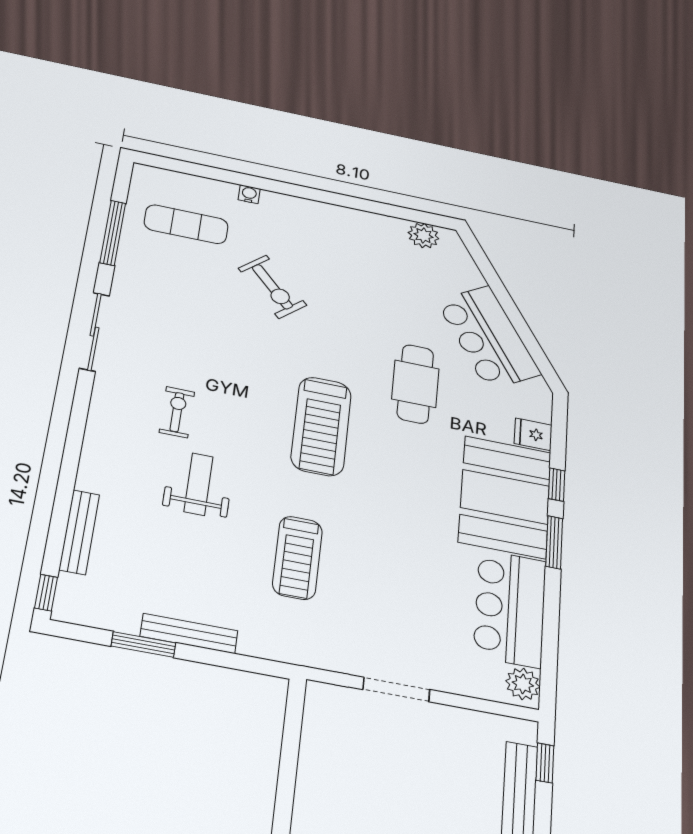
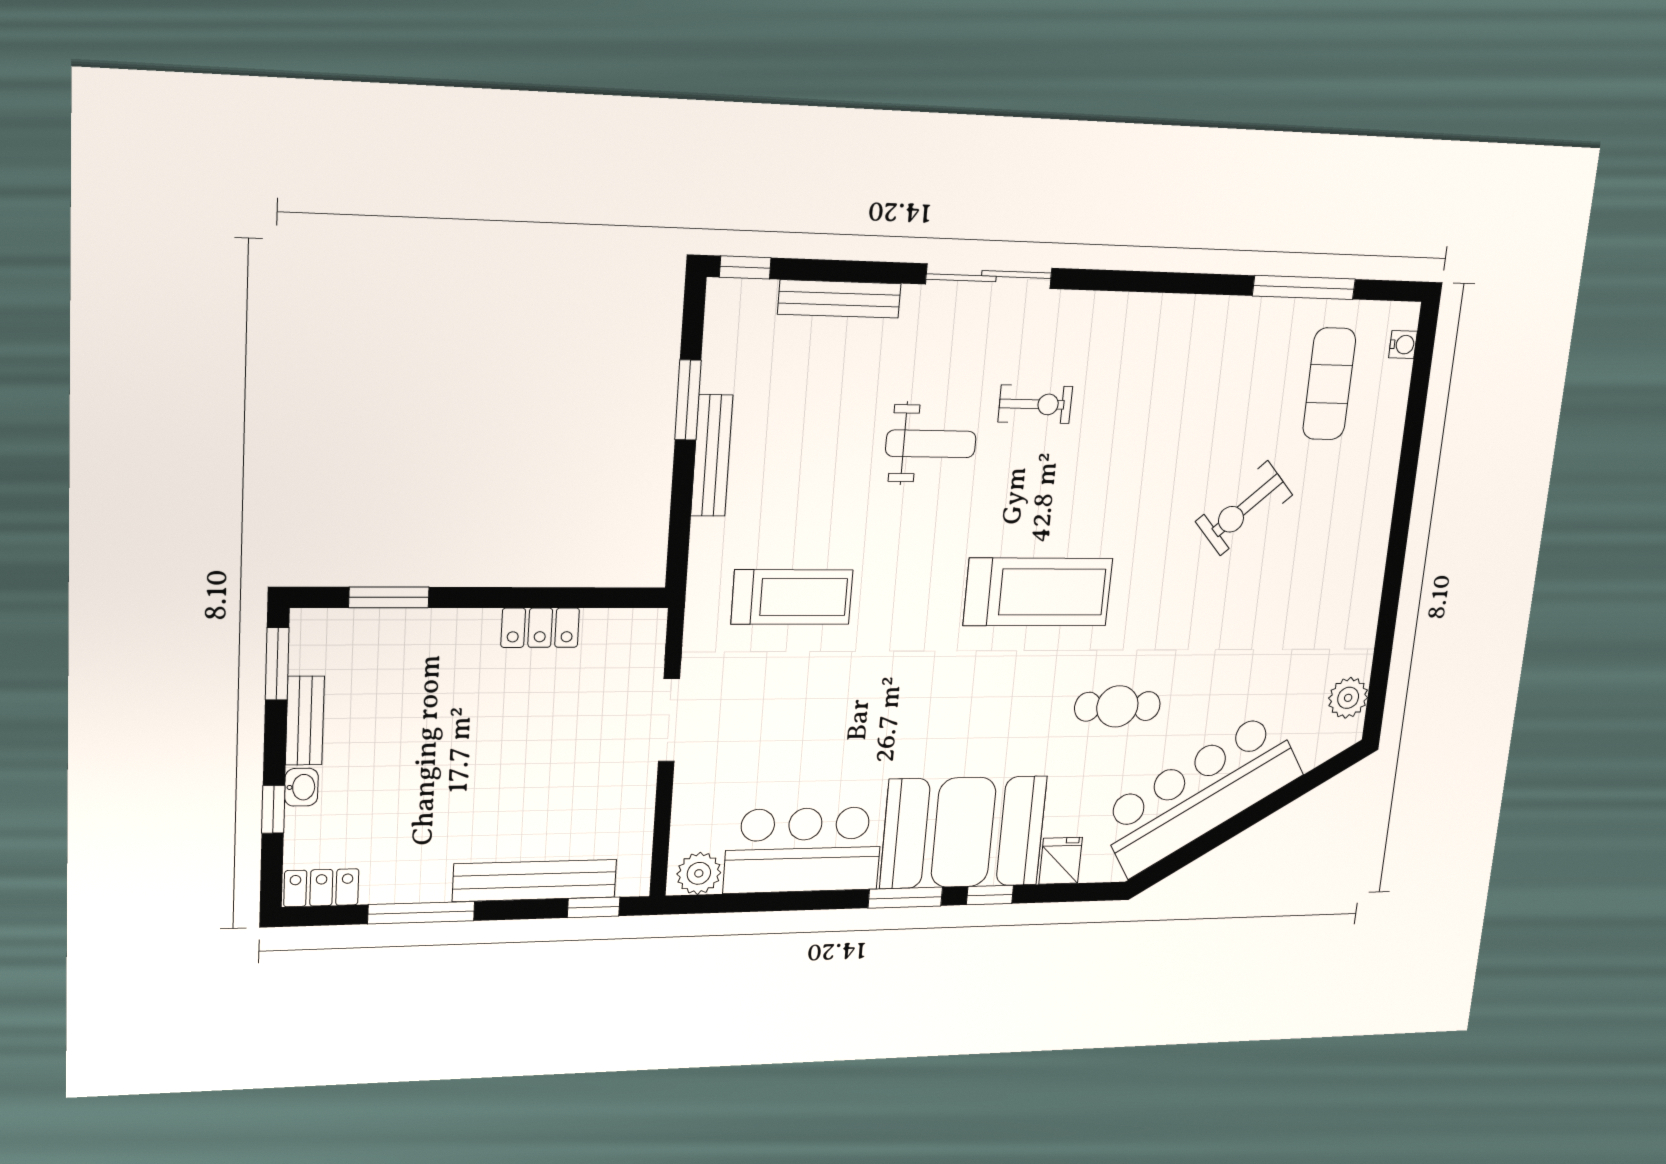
water cooler: (249, 194) -> (1403, 345), moved
sliding door: (94, 332) -> (989, 276), moved
bar counter: (488, 337) -> (1200, 794), width x1.36
cafe table: (415, 384) -> (1117, 706), width x0.73, depth x0.74
treadmill: (321, 426) -> (1038, 592), turned 180
treadmill: (297, 558) -> (792, 597), moved, turned 180
locker: (312, 772) -> (540, 628), added

